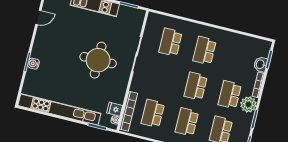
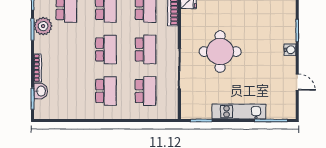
door: (38, 17) -> (297, 82), swing flipped
water cooler: (34, 64) -> (290, 50), moved
school desk: (230, 95) -> (146, 49), moved
plant: (248, 105) -> (43, 26), moved

